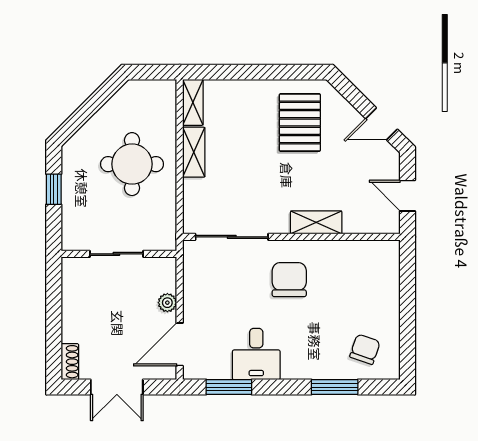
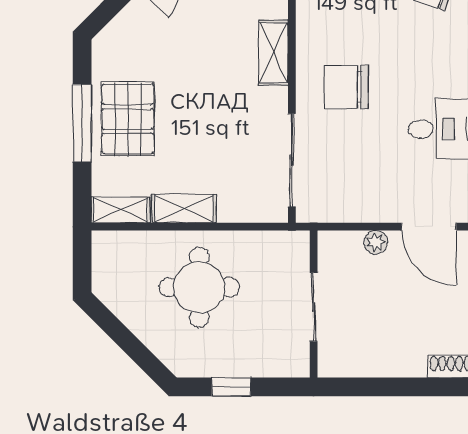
window: (261, 72) -> (82, 123), added
pallet: (300, 123) -> (128, 119), moved, turned 90

